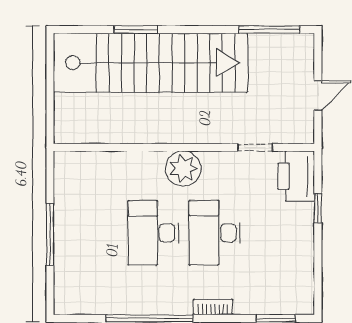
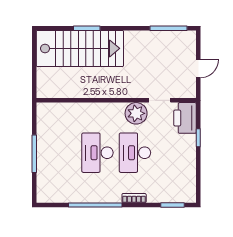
stairs: (151, 63) -> (80, 48), width x0.73
plant: (183, 169) -> (136, 113), moved

